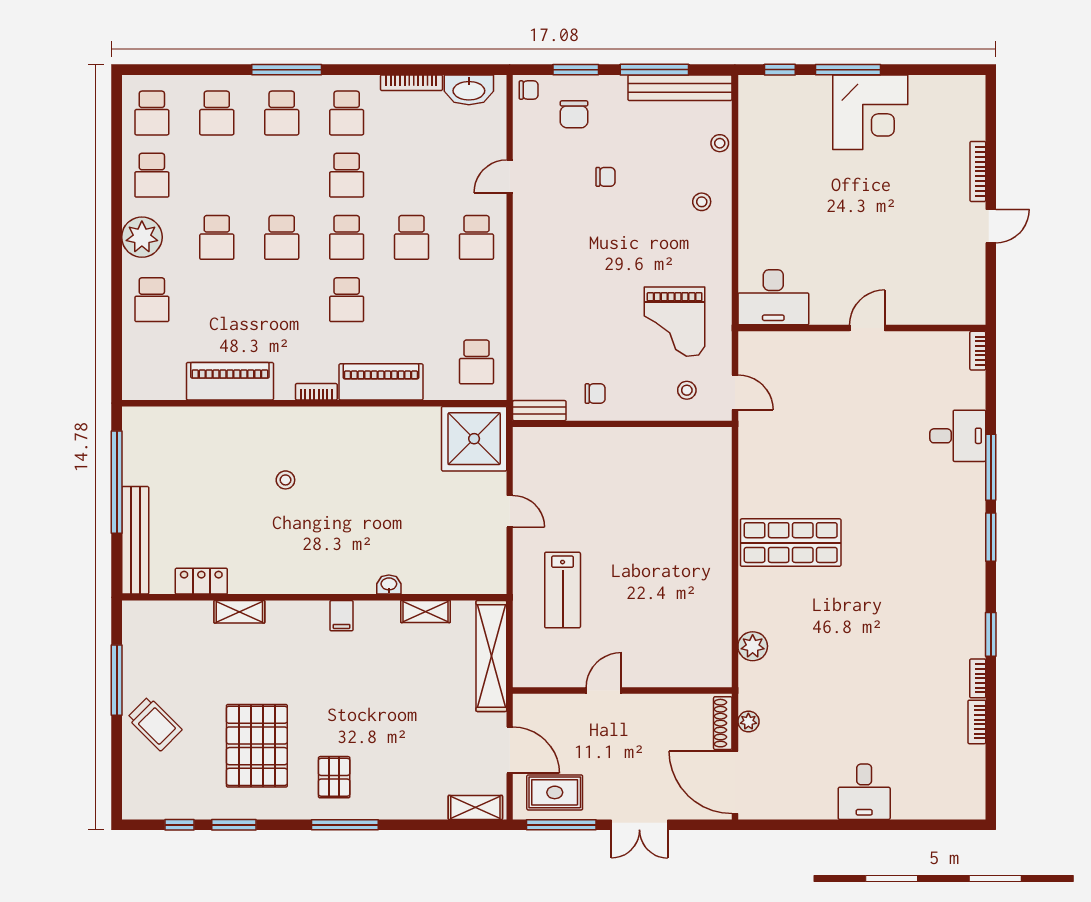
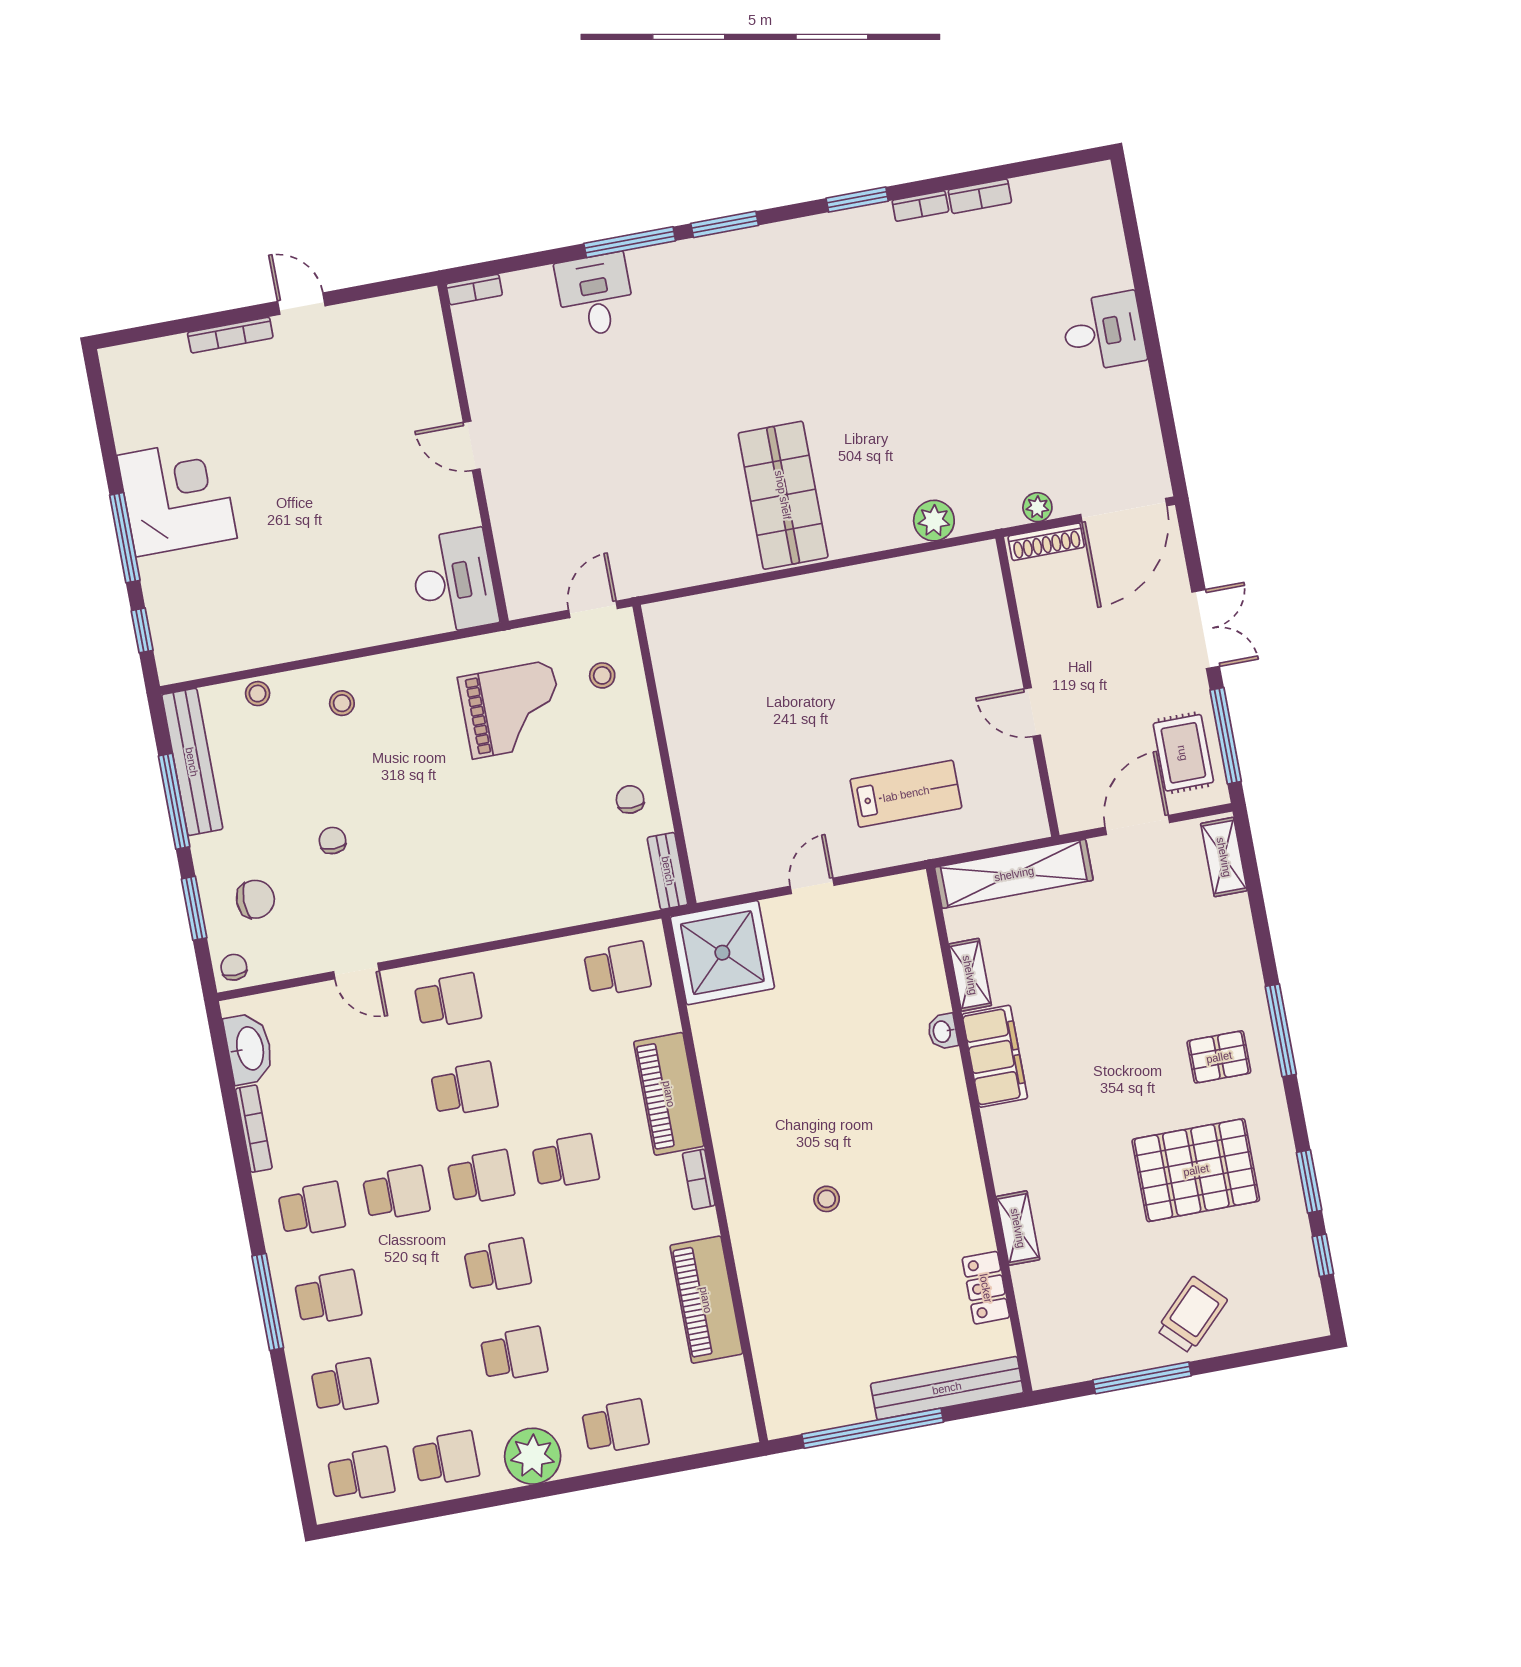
filing cabinet: (341, 616) -> (995, 1056), width x3.00, depth x1.17

